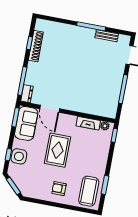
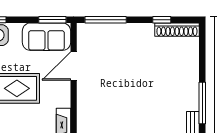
shoe rack: (36, 46) -> (177, 30), moved
dresser: (27, 94) -> (89, 30), removed

